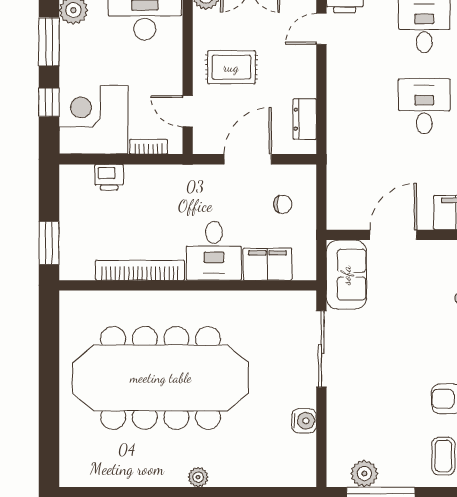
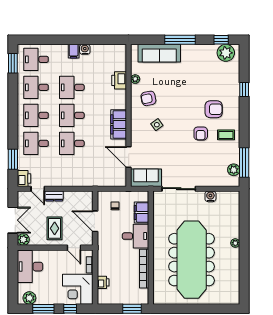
door: (188, 111) -> (74, 248), hinge flipped
dresser: (305, 119) -> (54, 196), moved

